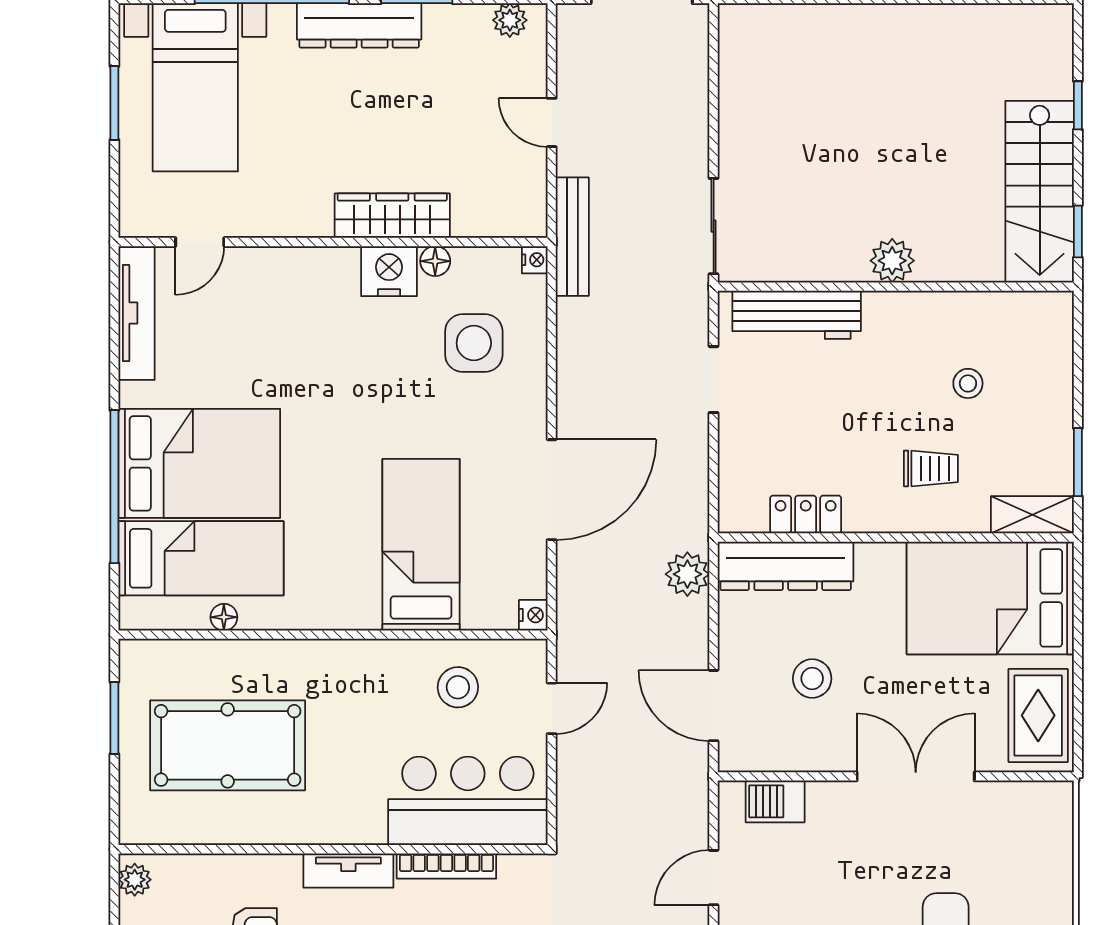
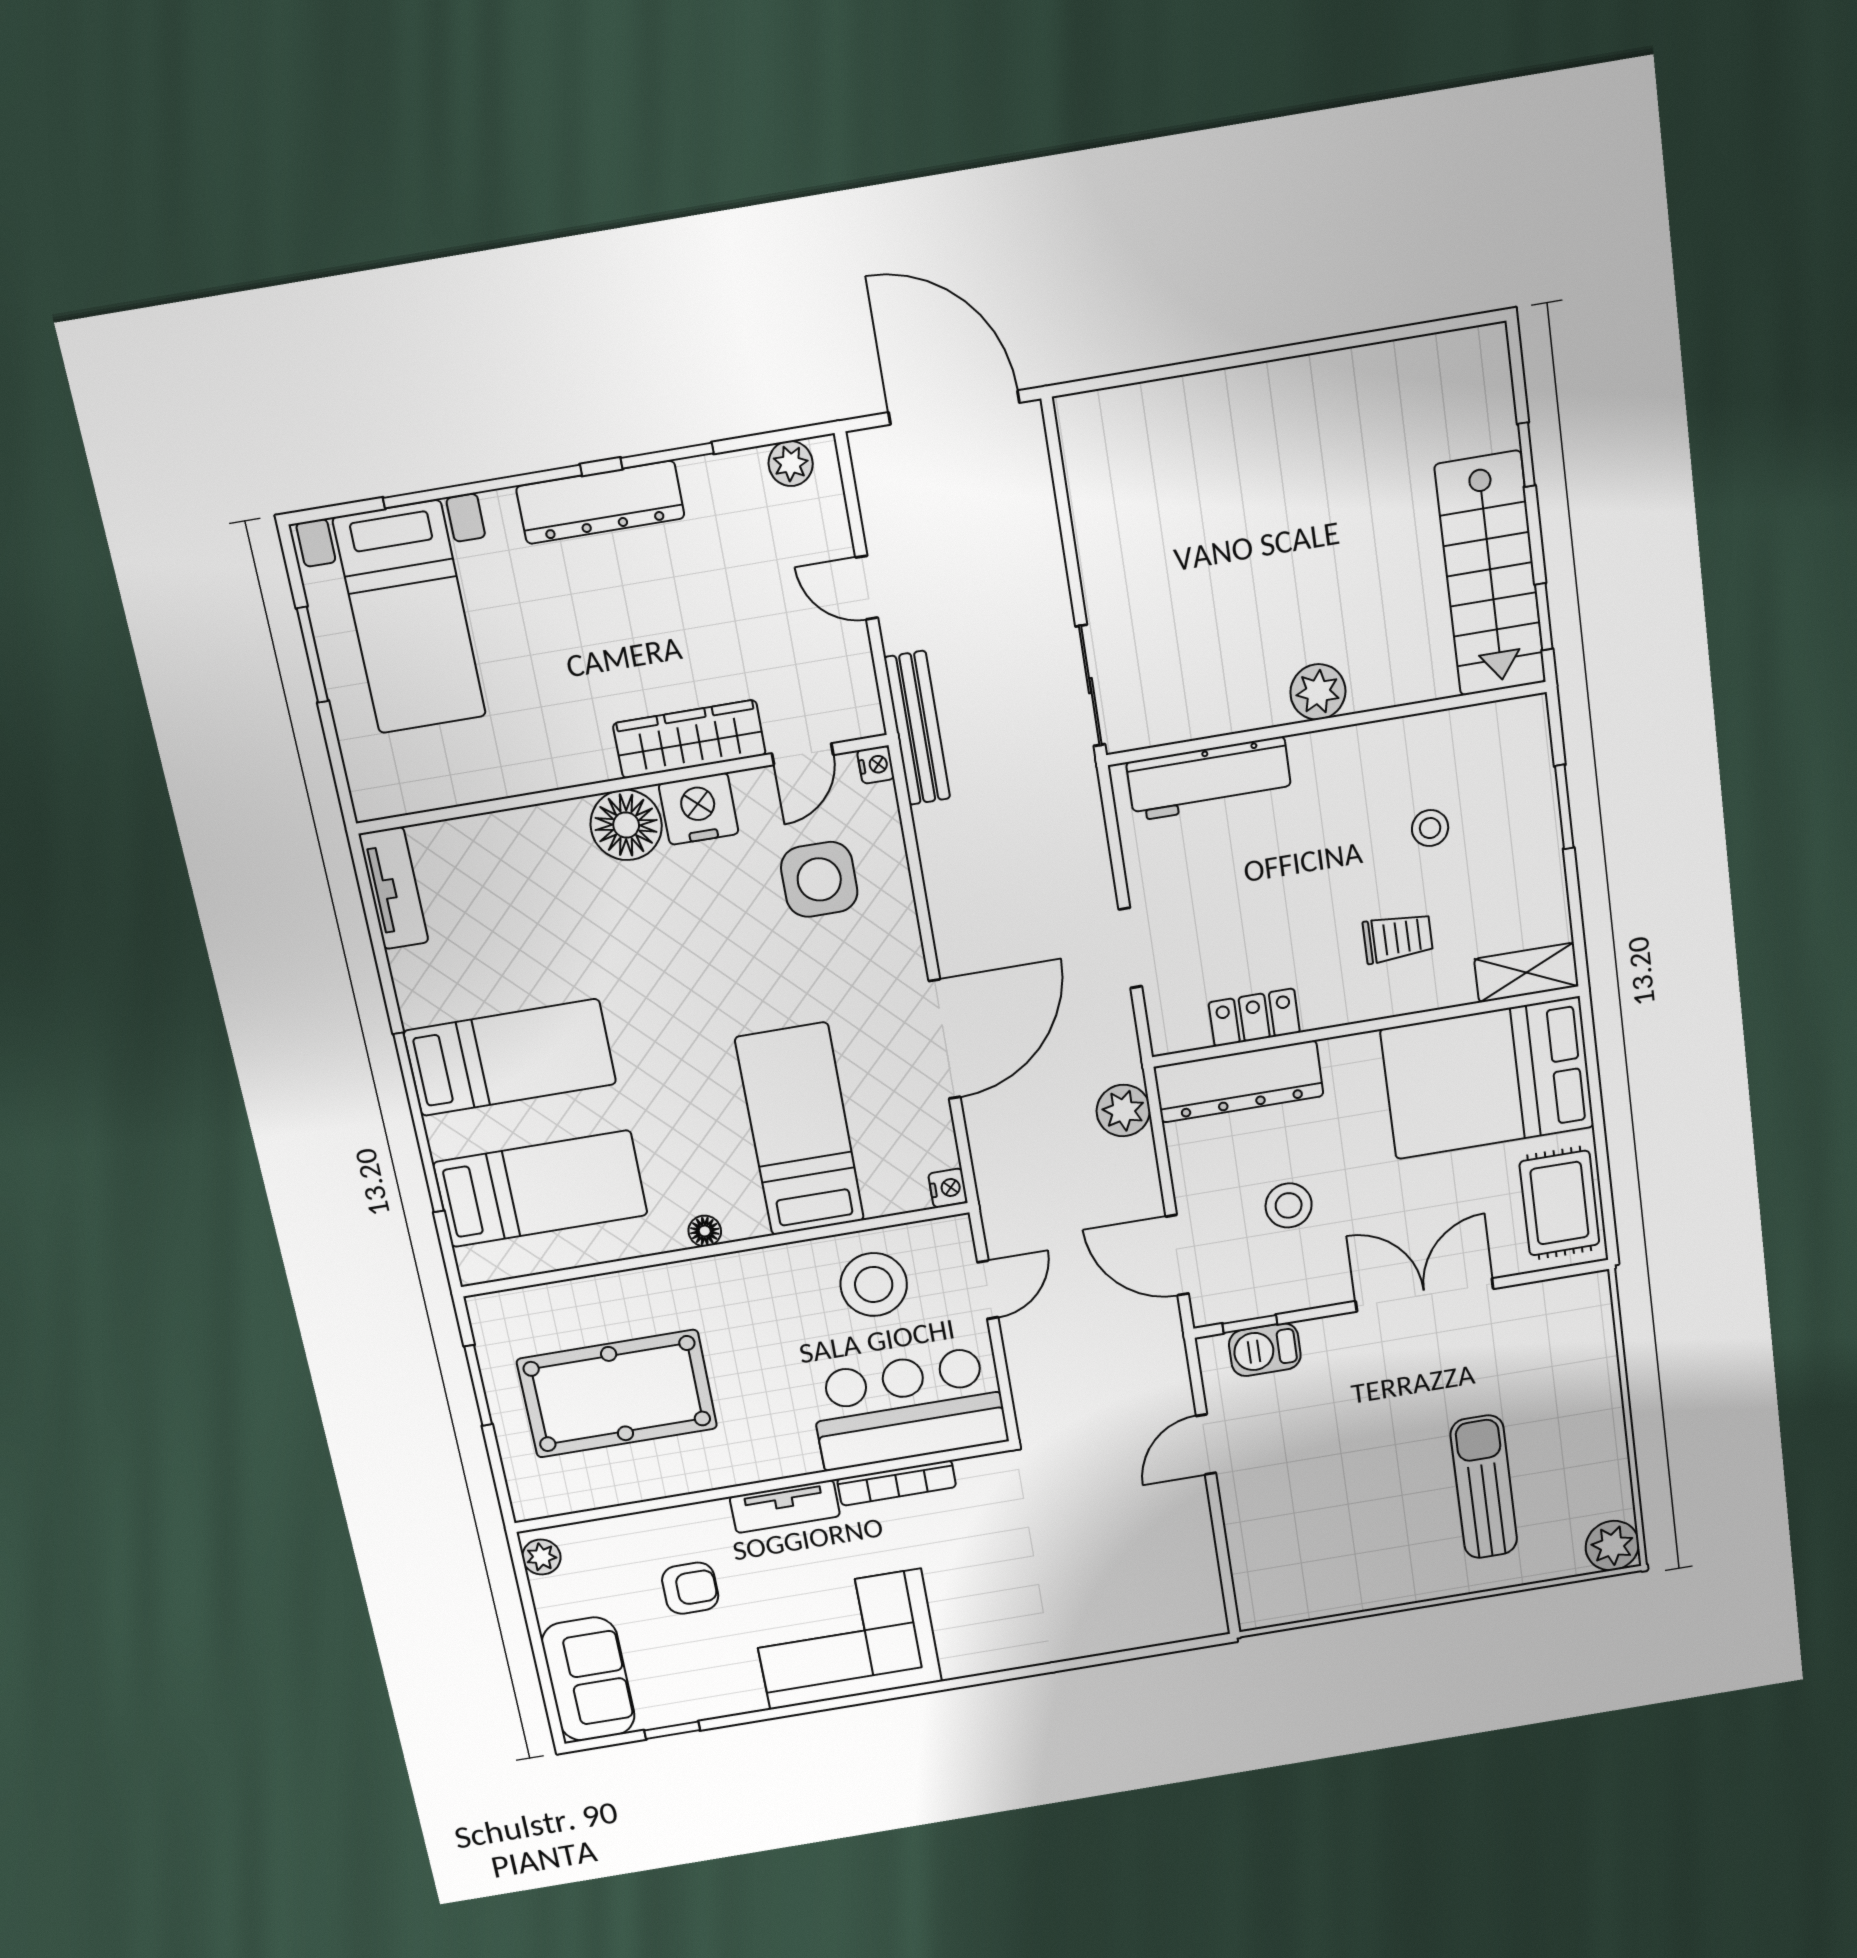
door: (200, 242) -> (803, 754), moved
floor lamp: (435, 261) -> (626, 825), moved, width x1.89, depth x1.89
tv unit: (137, 313) -> (394, 888), width x0.71
doorway: (714, 380) -> (1130, 948), moved
window: (1078, 462) -> (1564, 807), moved
bed: (199, 463) -> (510, 1057), width x0.67
floor lamp: (224, 617) -> (705, 1231), moved
stool: (458, 687) -> (874, 1284), width x1.38, depth x1.38
window: (766, 776) -> (1250, 1324), added

